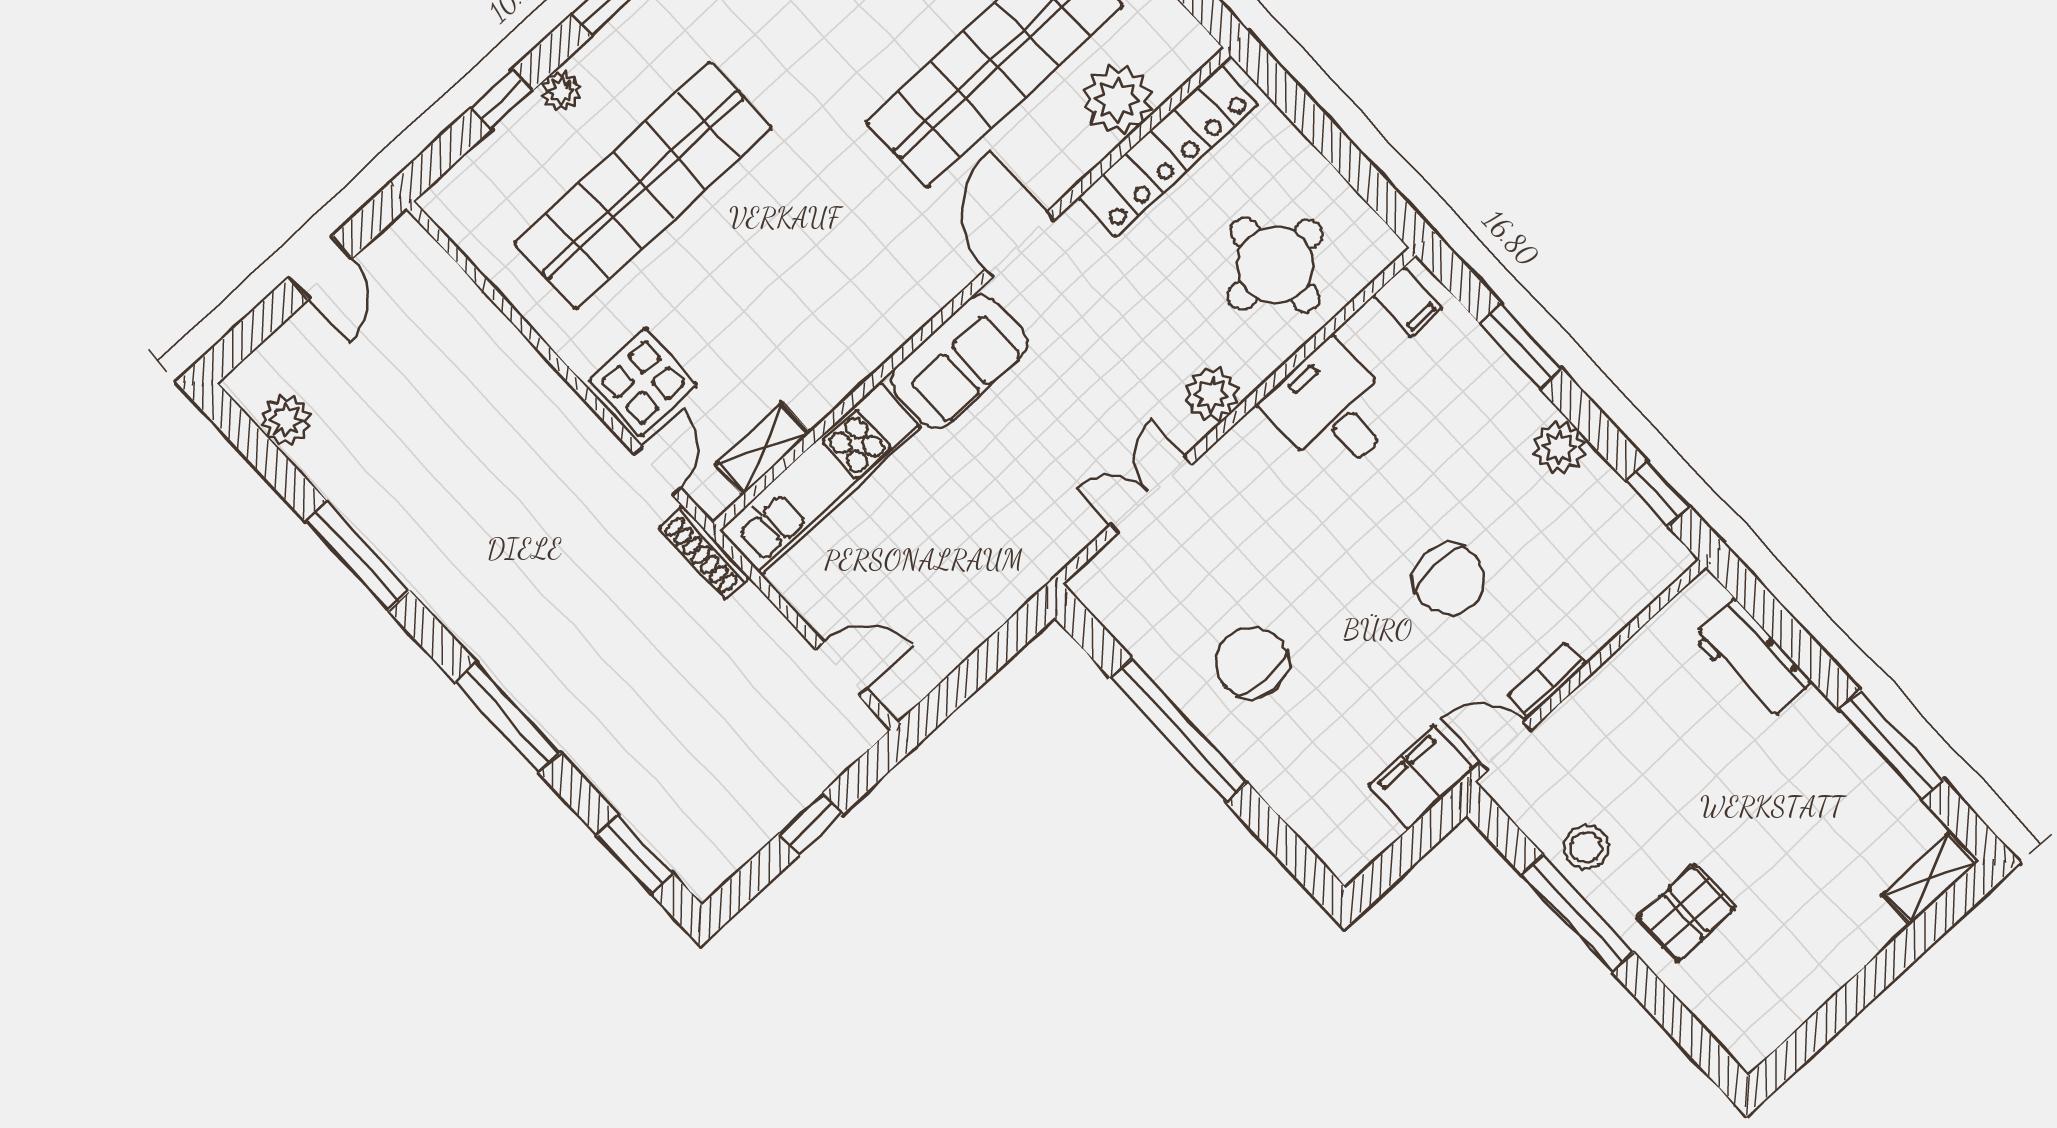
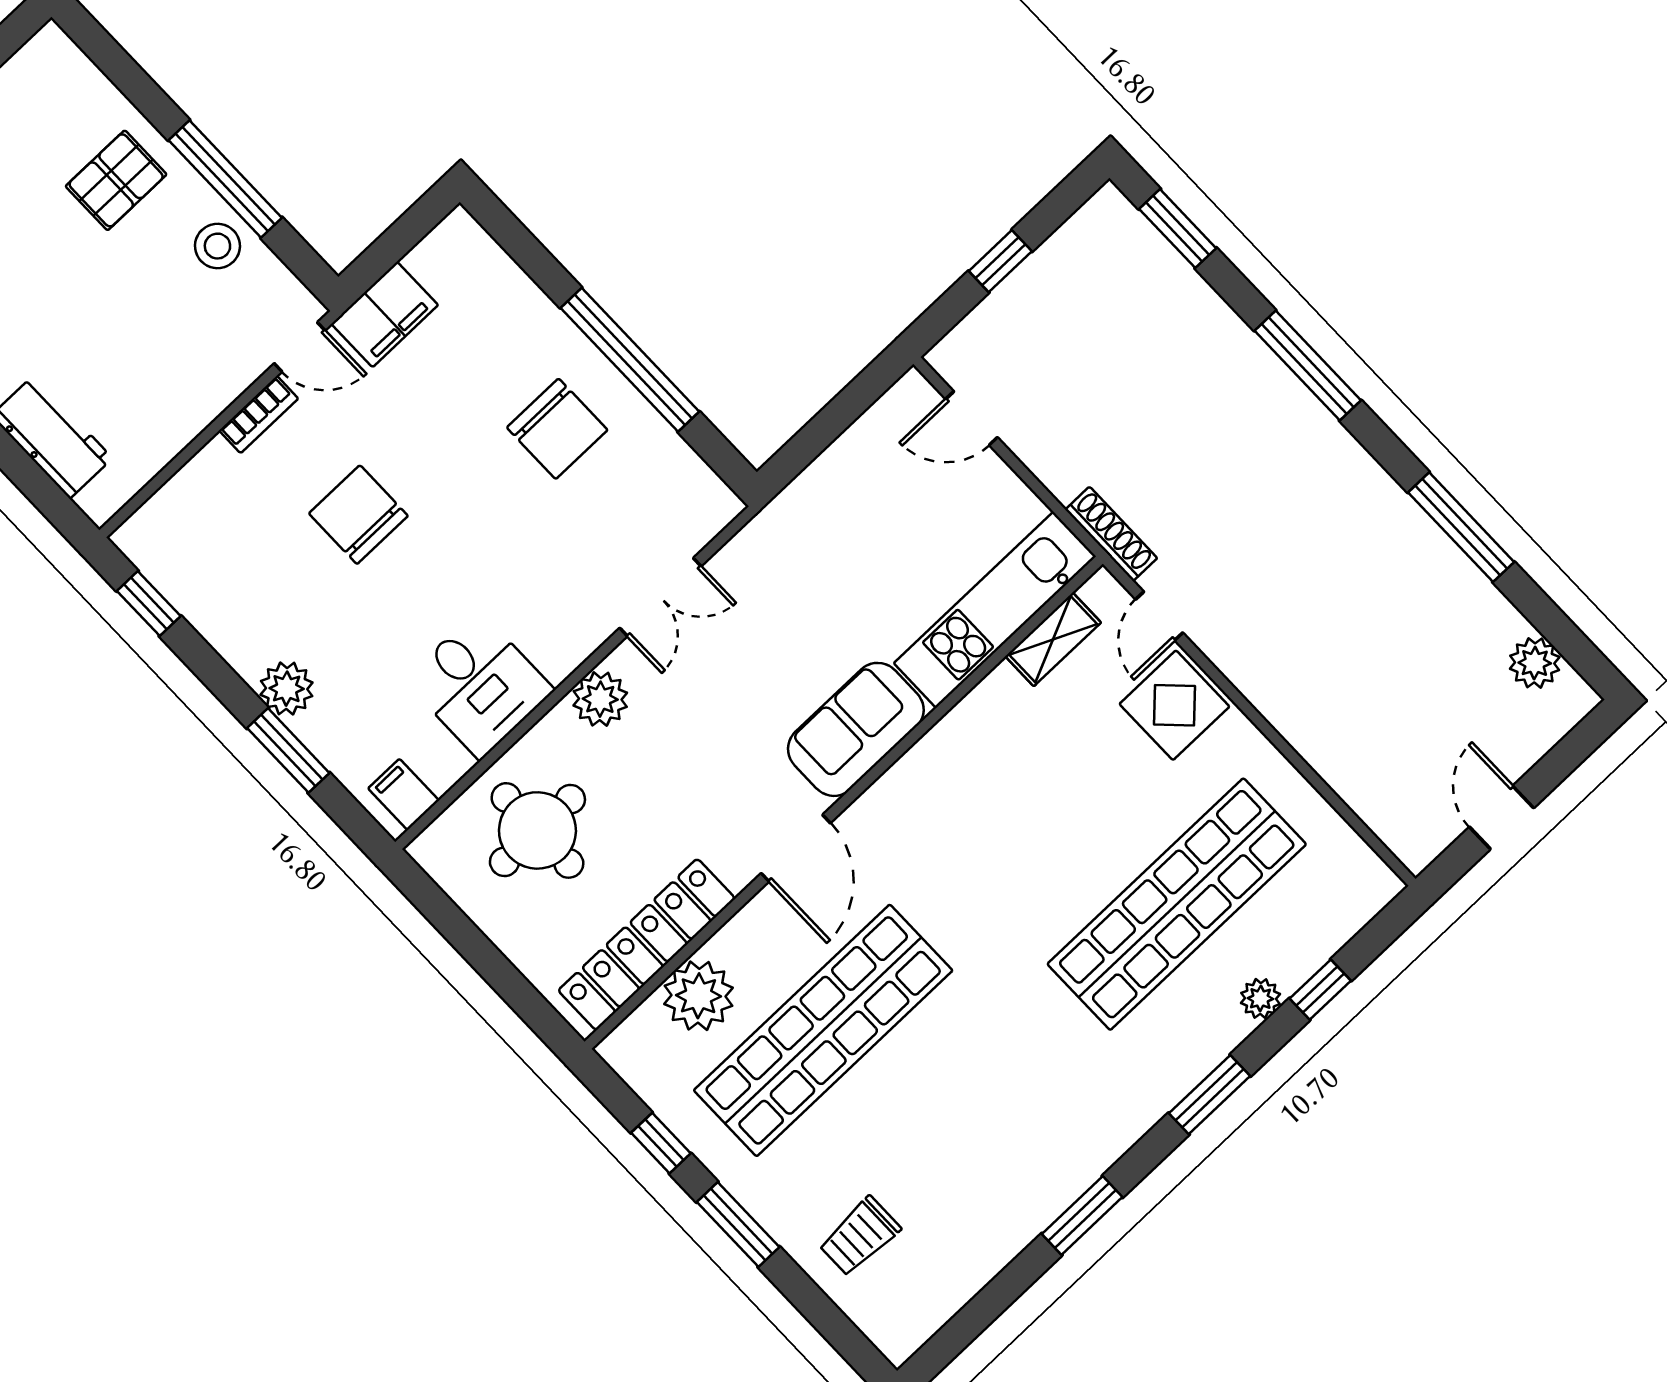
plant: (1559, 448) -> (287, 689), moved

